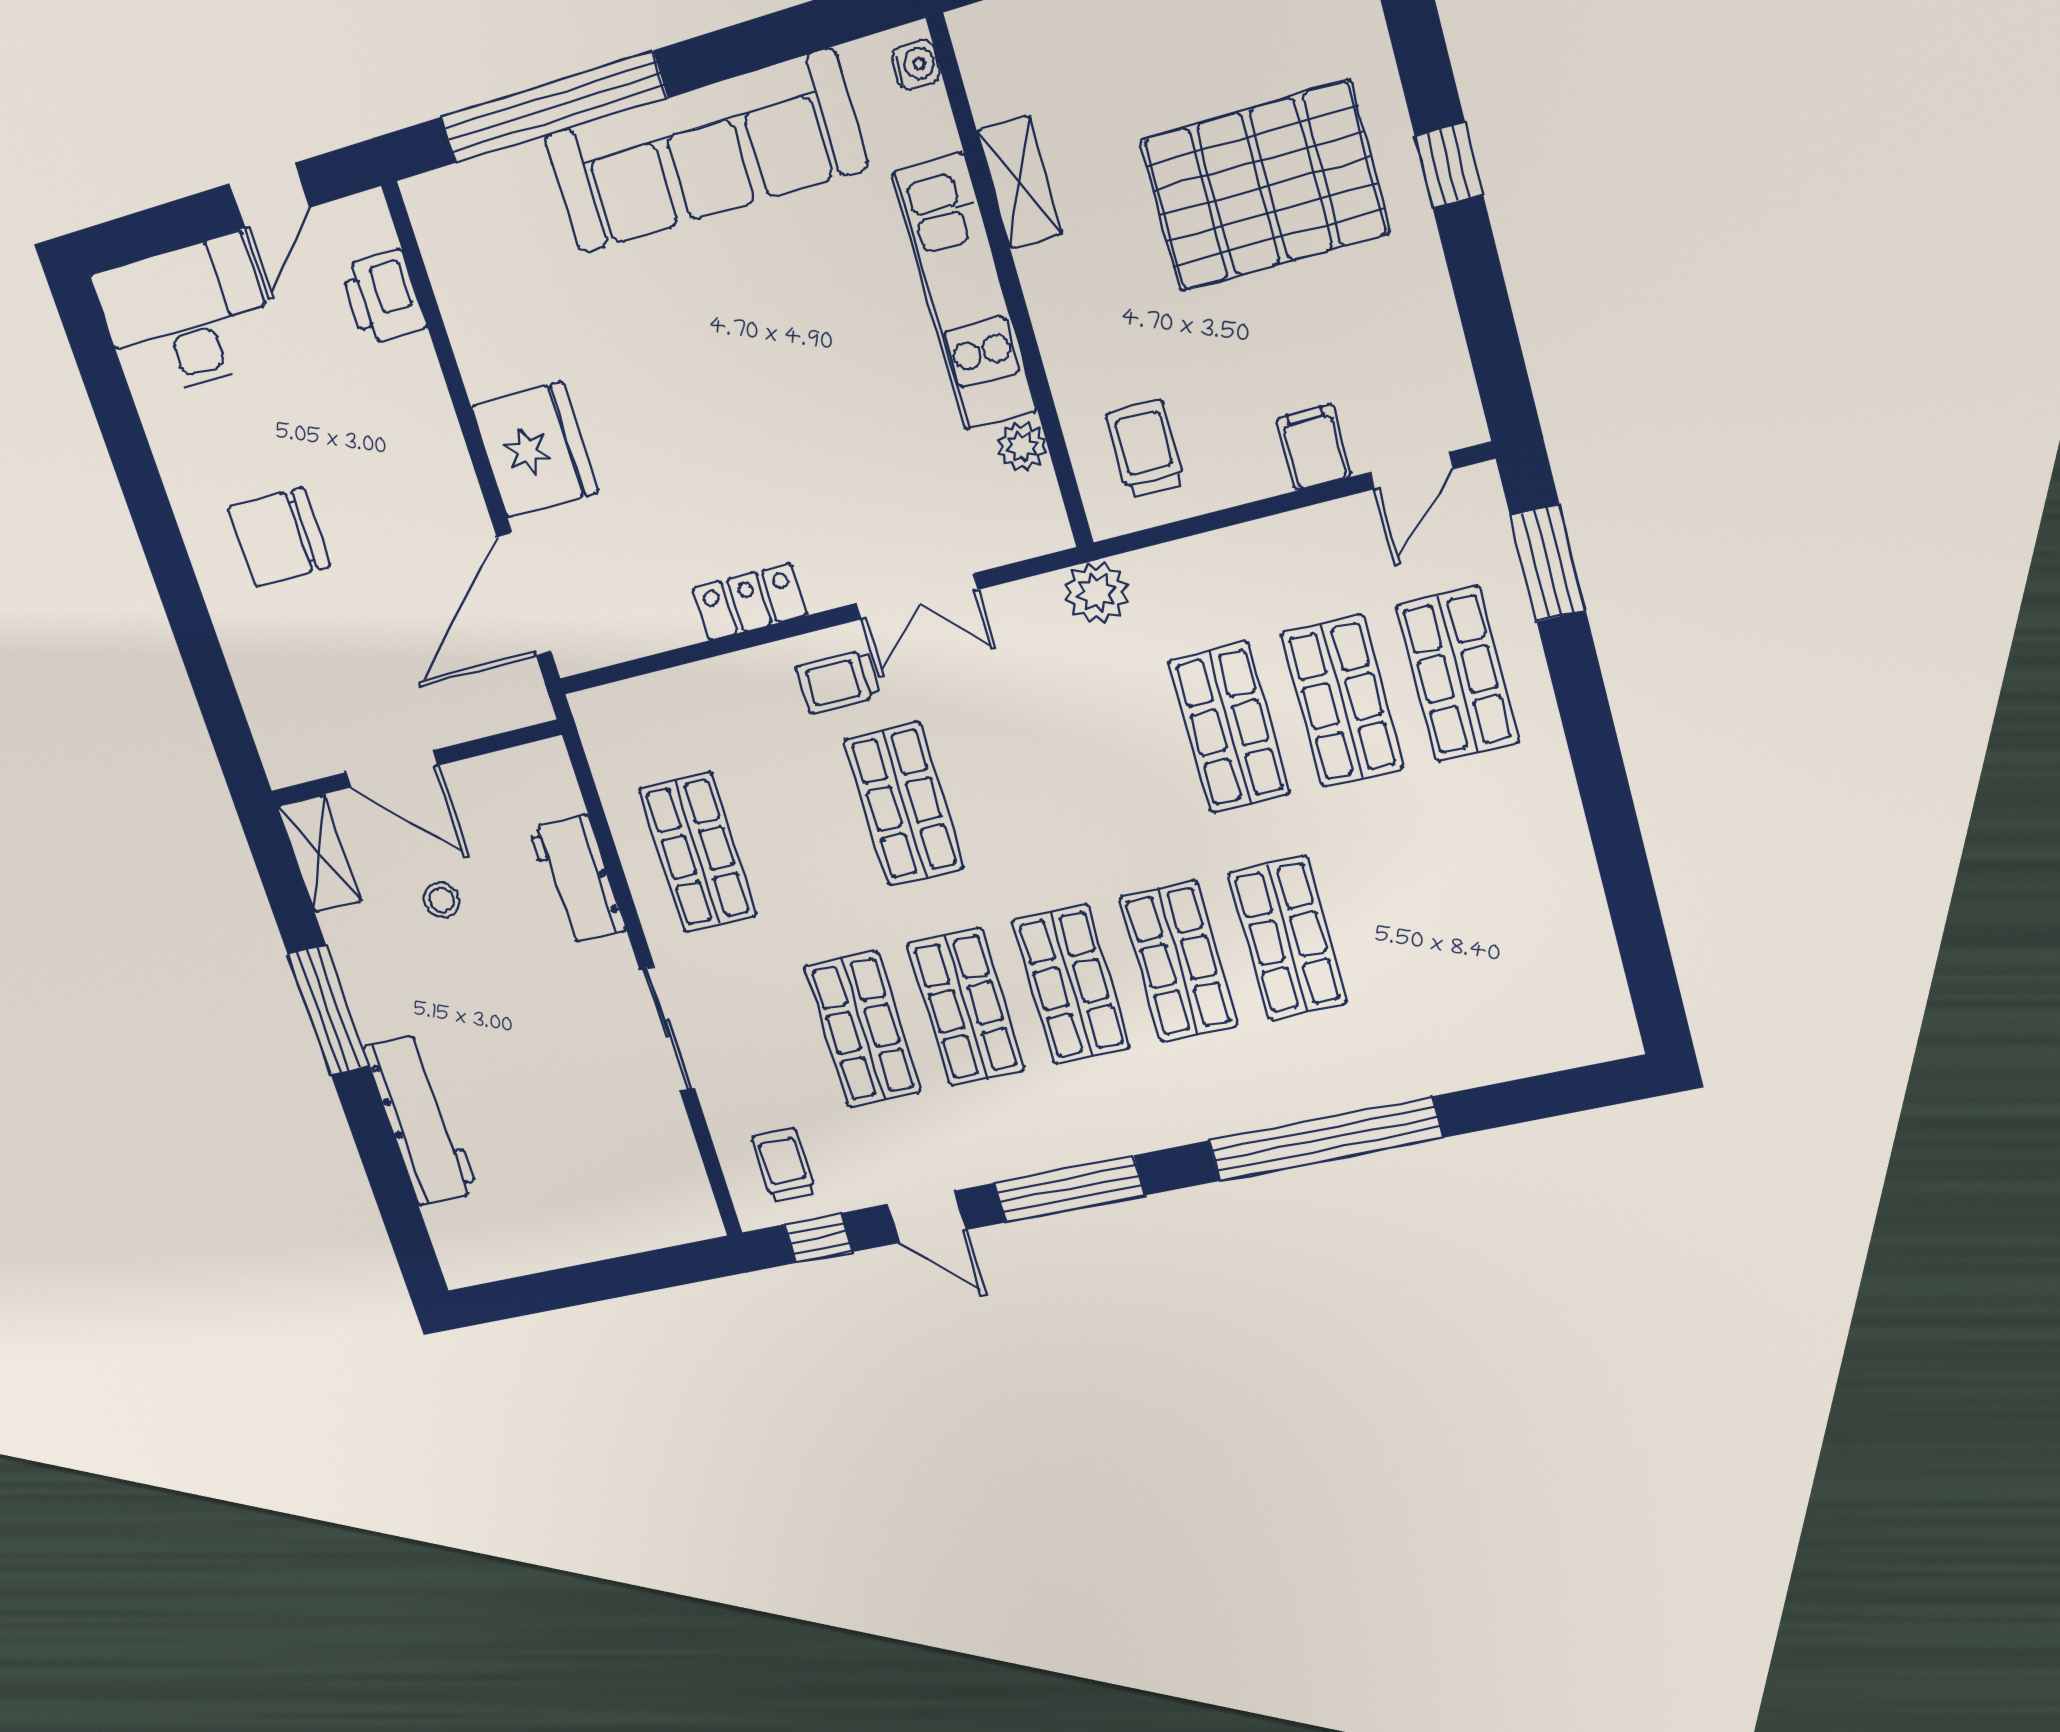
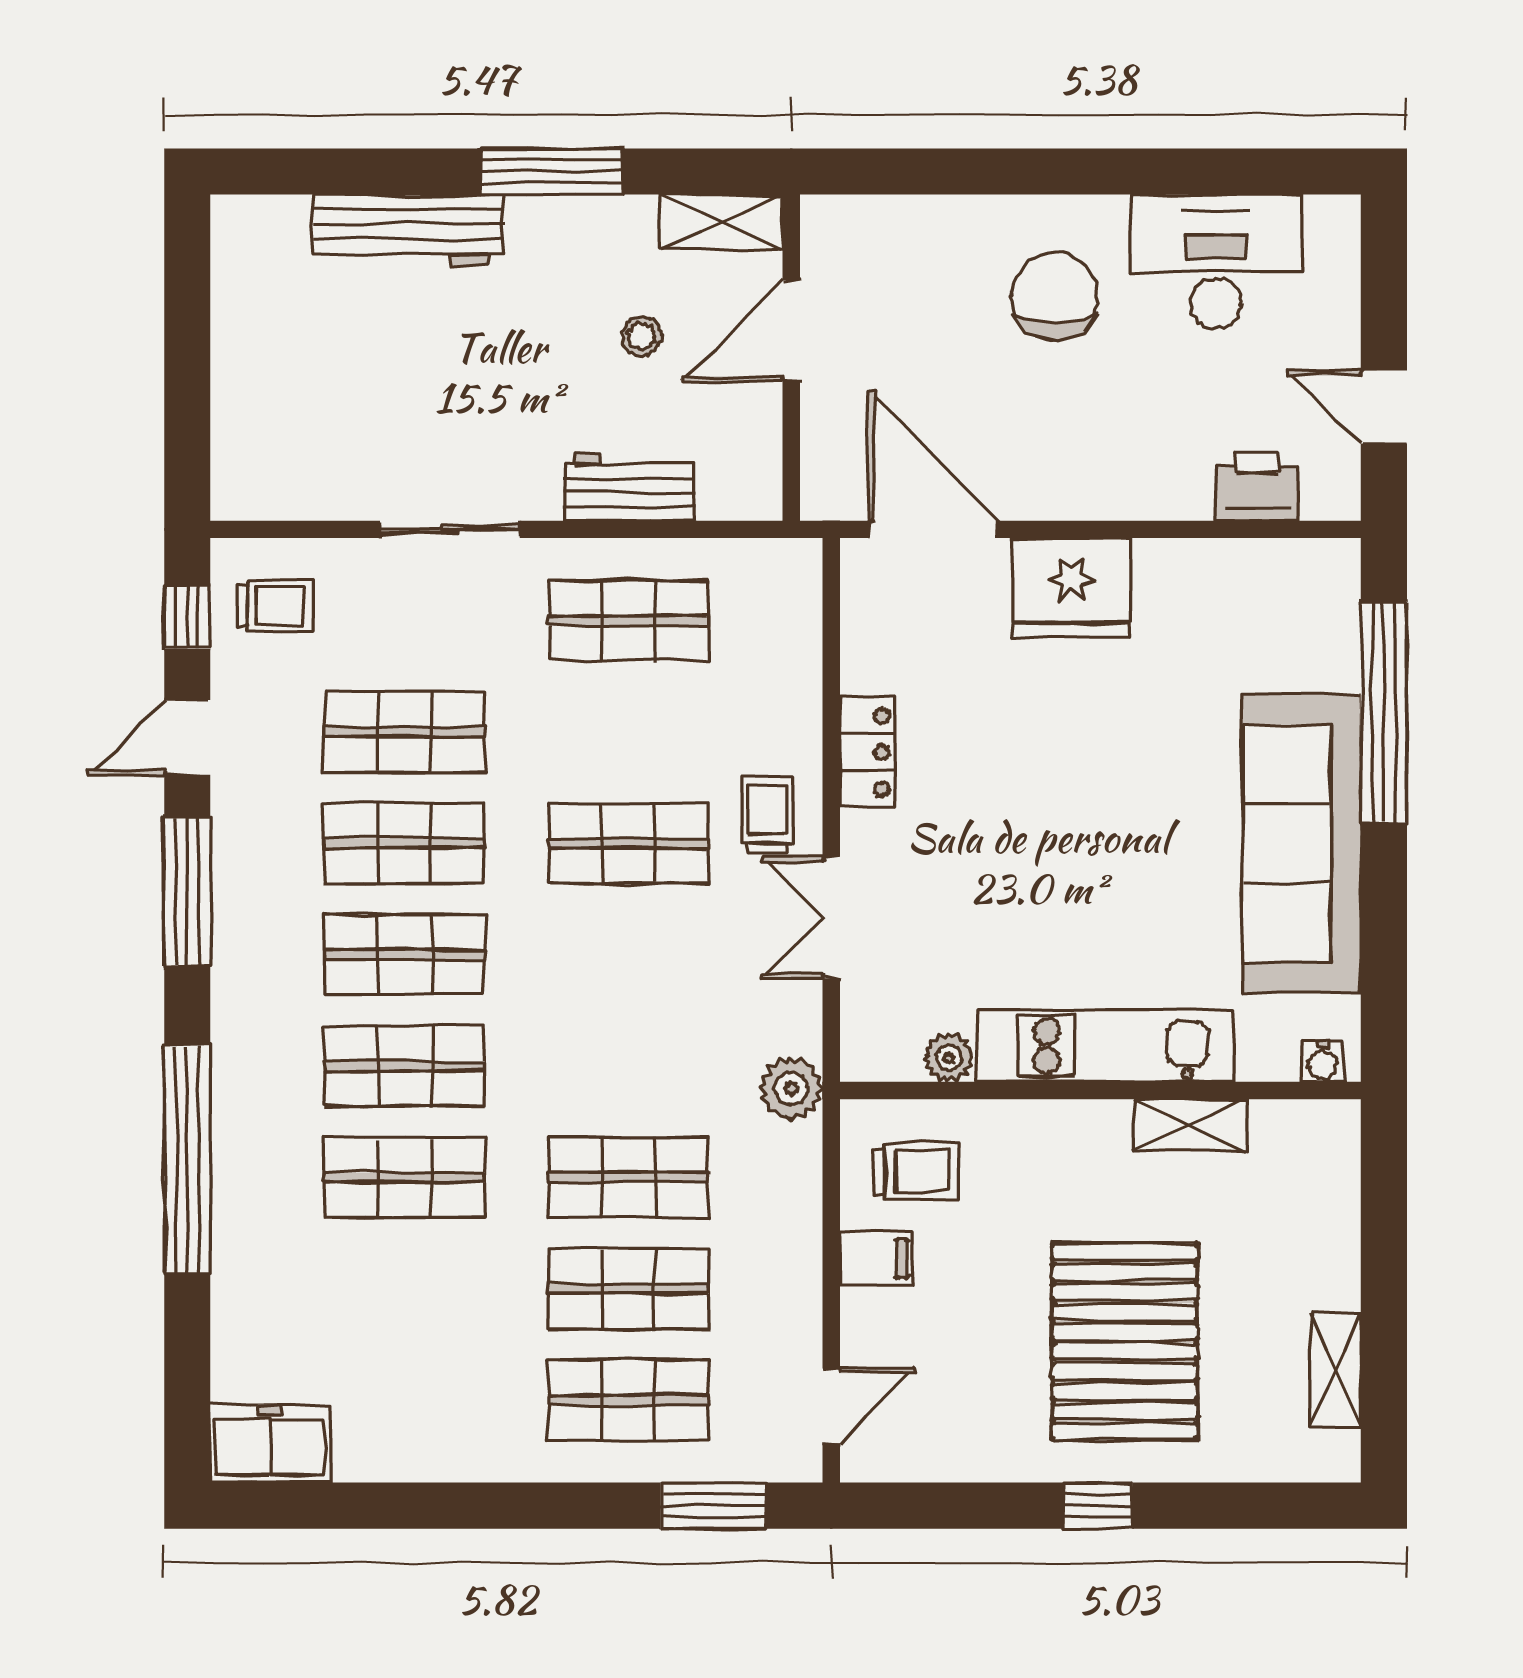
desk: (187, 317) -> (1216, 262), moved, turned -90
filing cabinet: (1314, 447) -> (876, 1259), moved
door: (1411, 471) -> (831, 1406), swing flipped
freezer: (1591, 1007) -> (270, 1444), added

